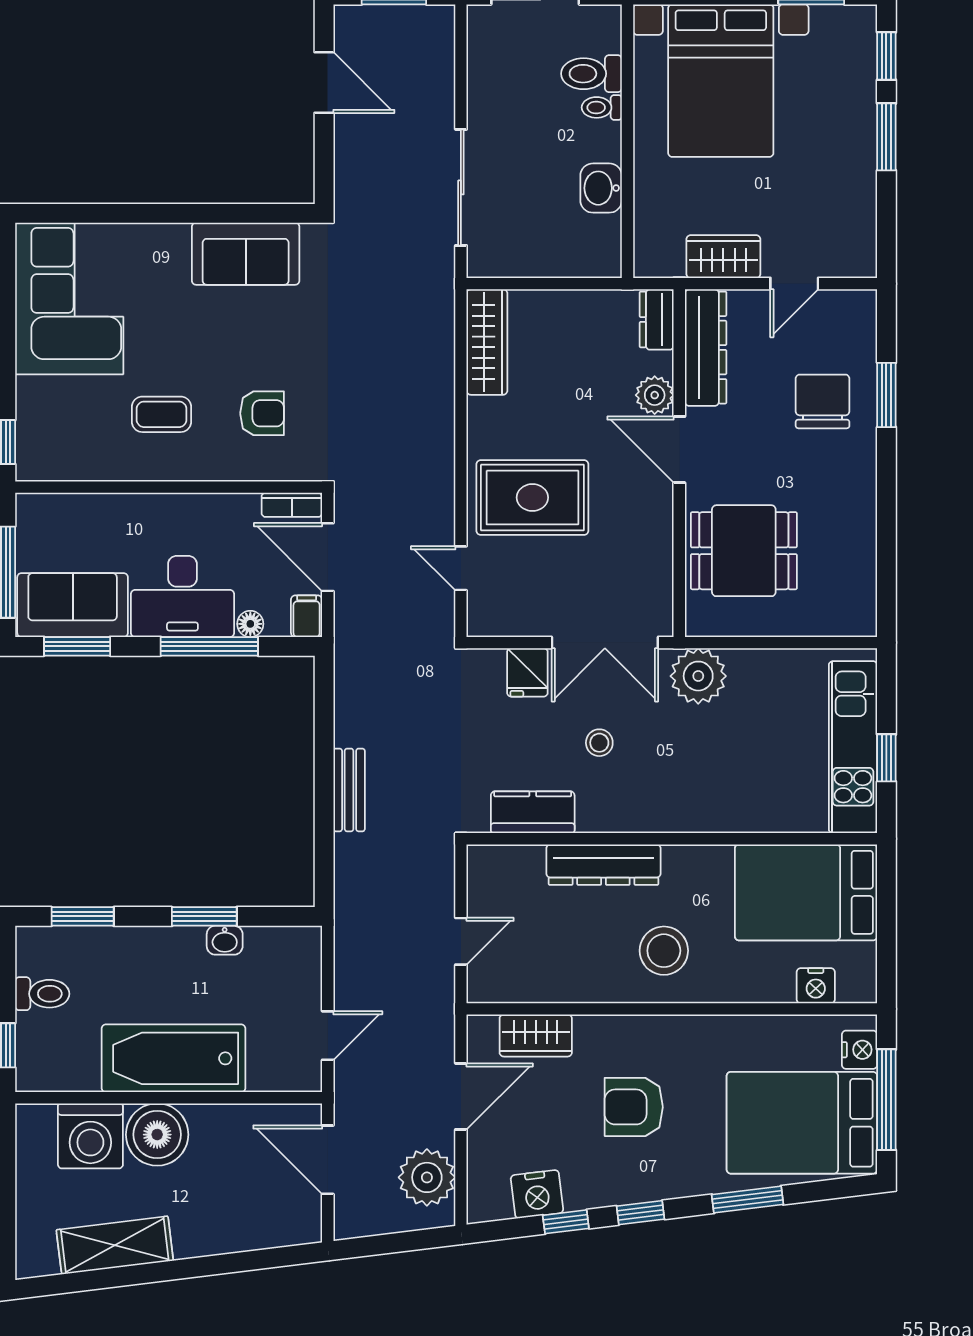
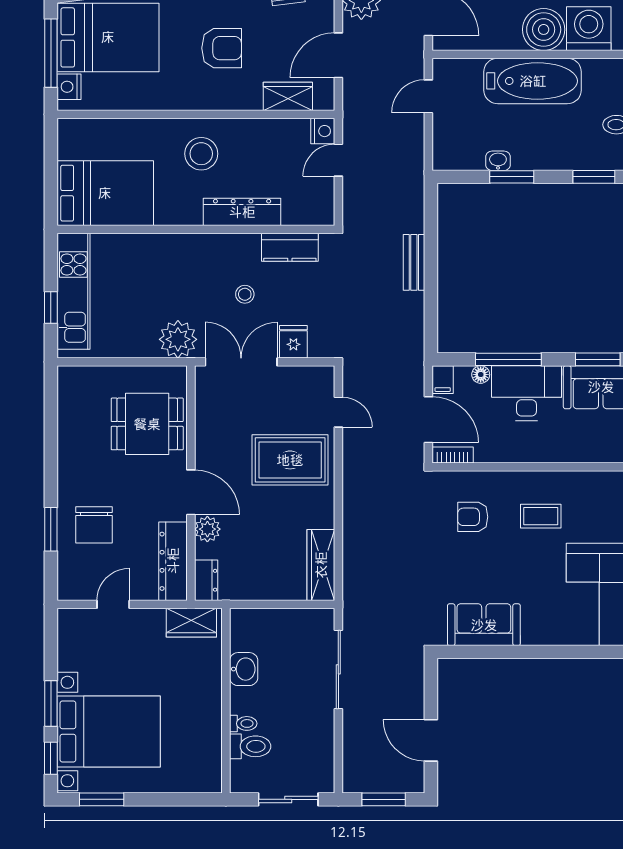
bed with nightstands: (721, 81) -> (109, 732), moved, turned 90
wardrobe: (723, 257) -> (191, 623), moved
window: (886, 758) -> (51, 308), moved
nightstand: (816, 986) -> (323, 131), moved, turned 90

